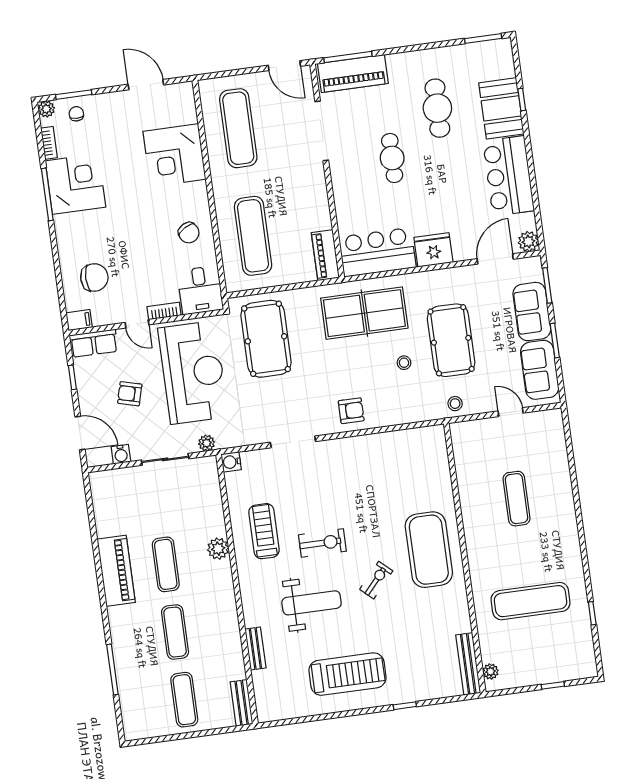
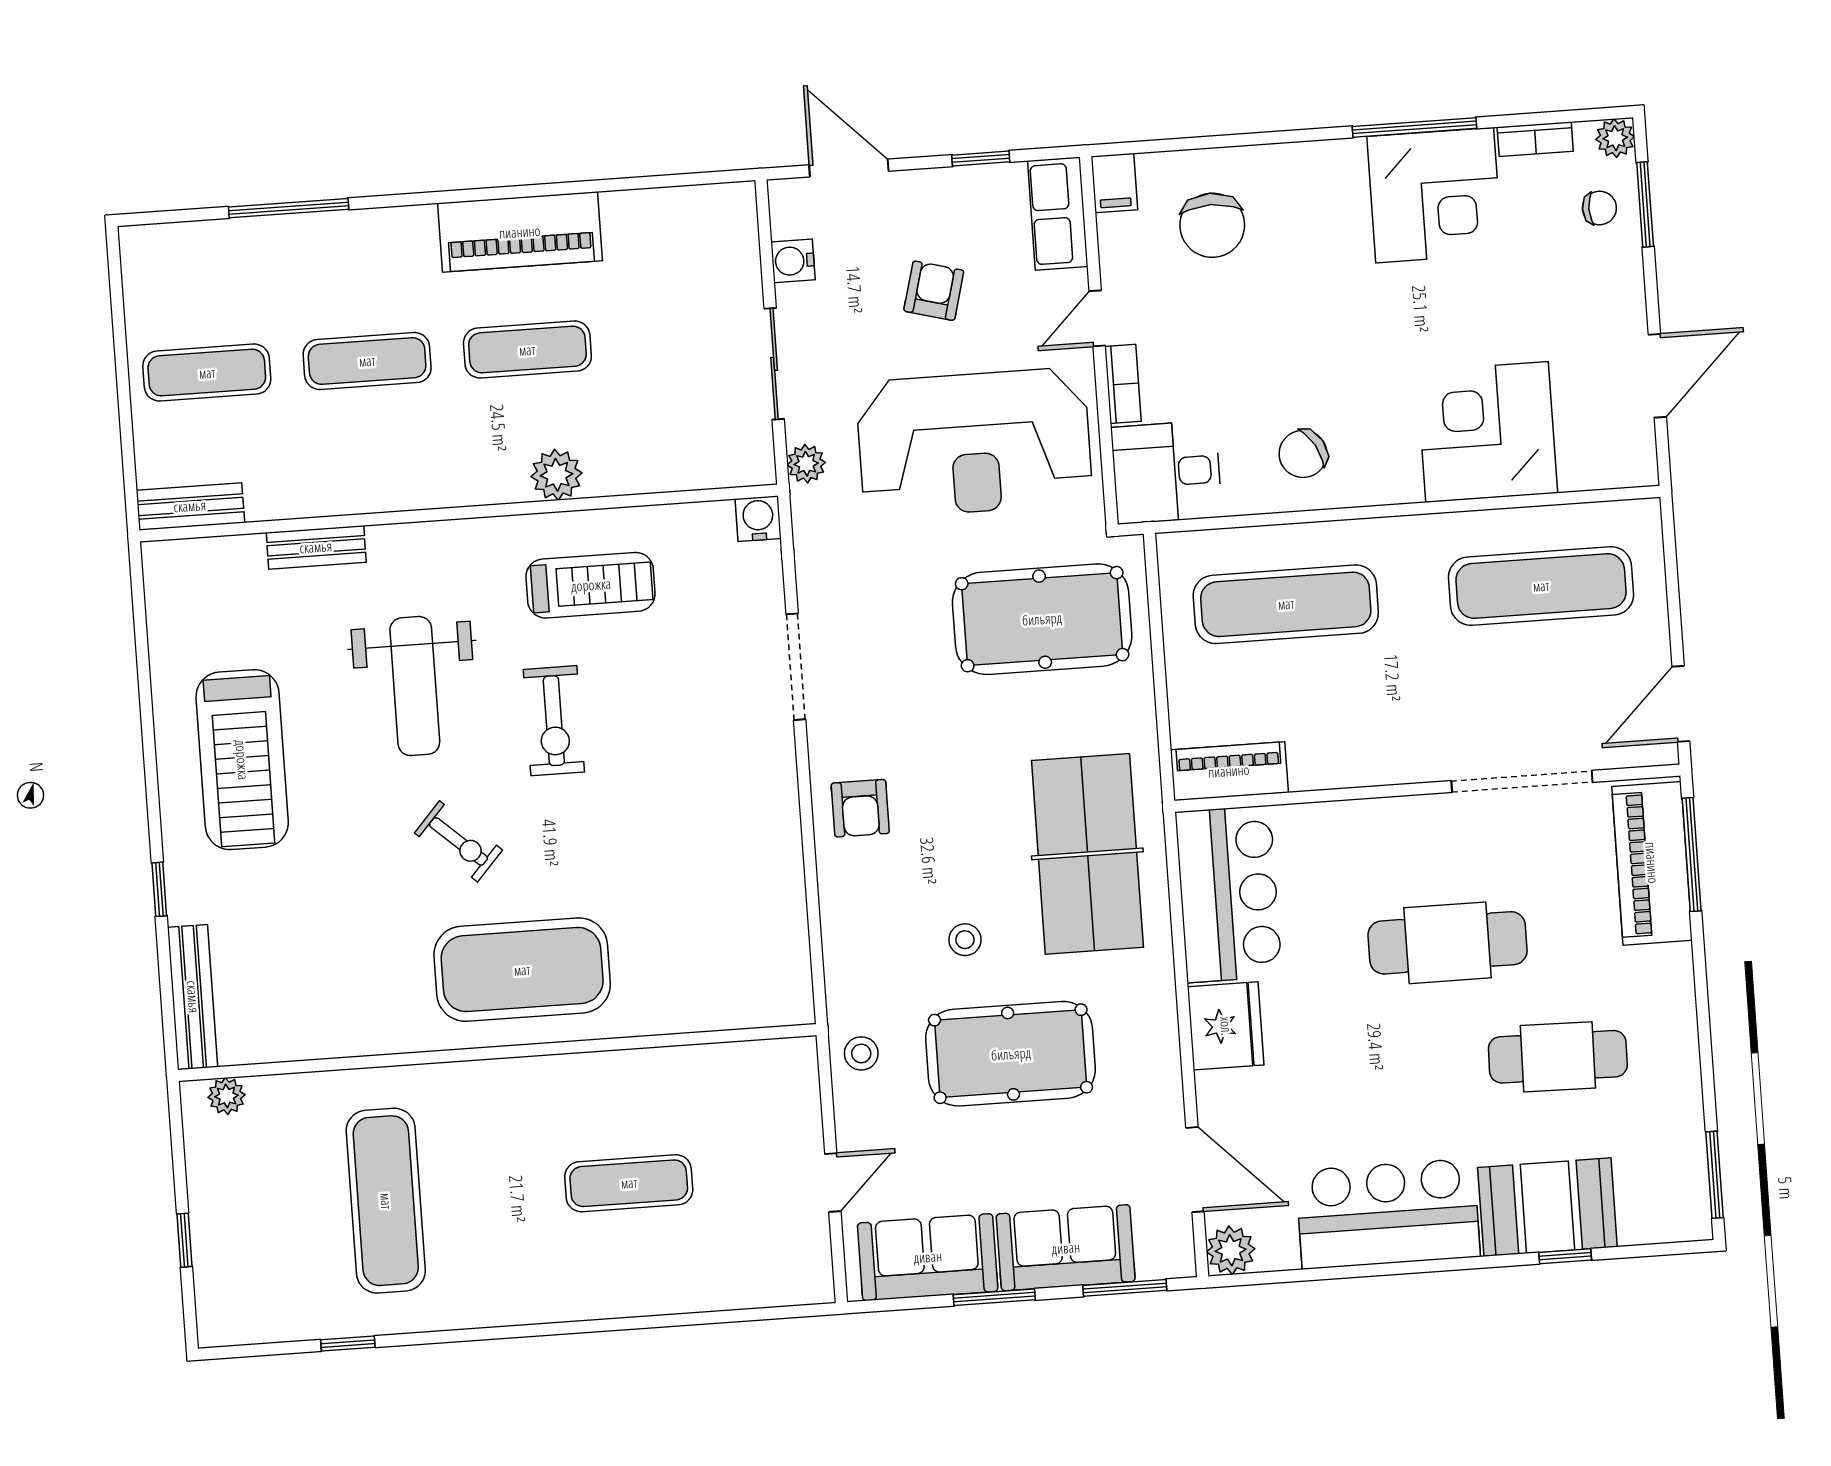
cafe table: (392, 158) -> (1448, 943), width x1.37, depth x1.35
door: (80, 433) -> (849, 168), swing flipped
bench: (468, 664) -> (193, 997), moved, turned 90

